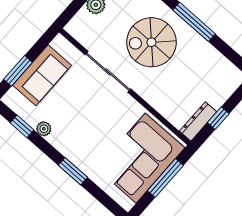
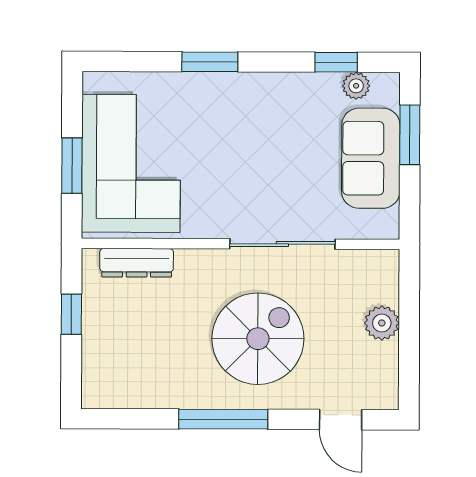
dresser: (198, 121) -> (137, 263), moved, turned 90
plant: (44, 129) -> (356, 86), moved
window: (165, 178) -> (72, 166), width x0.69

